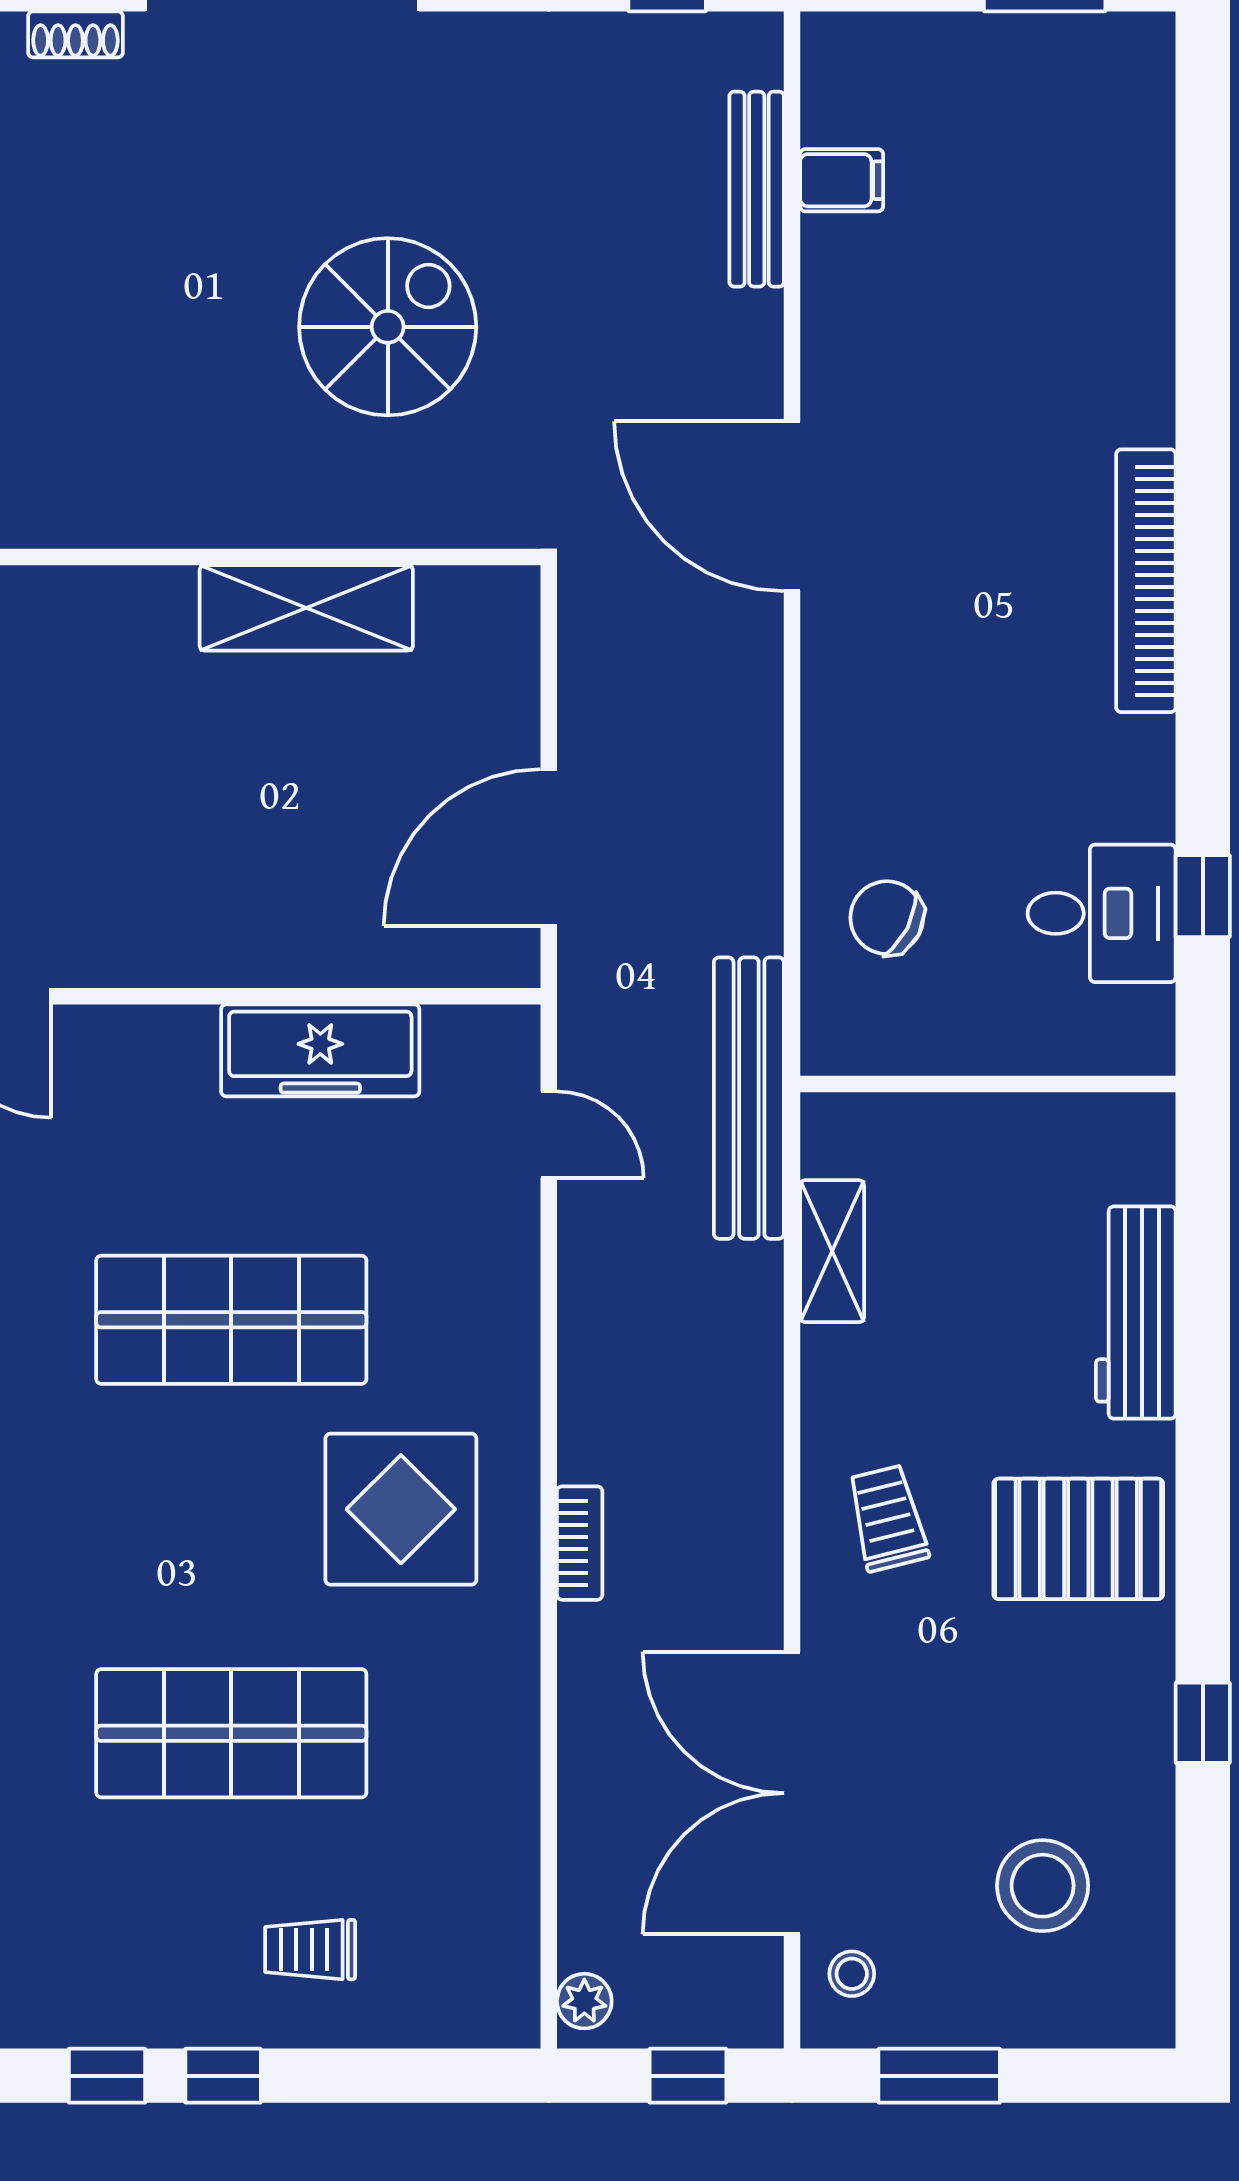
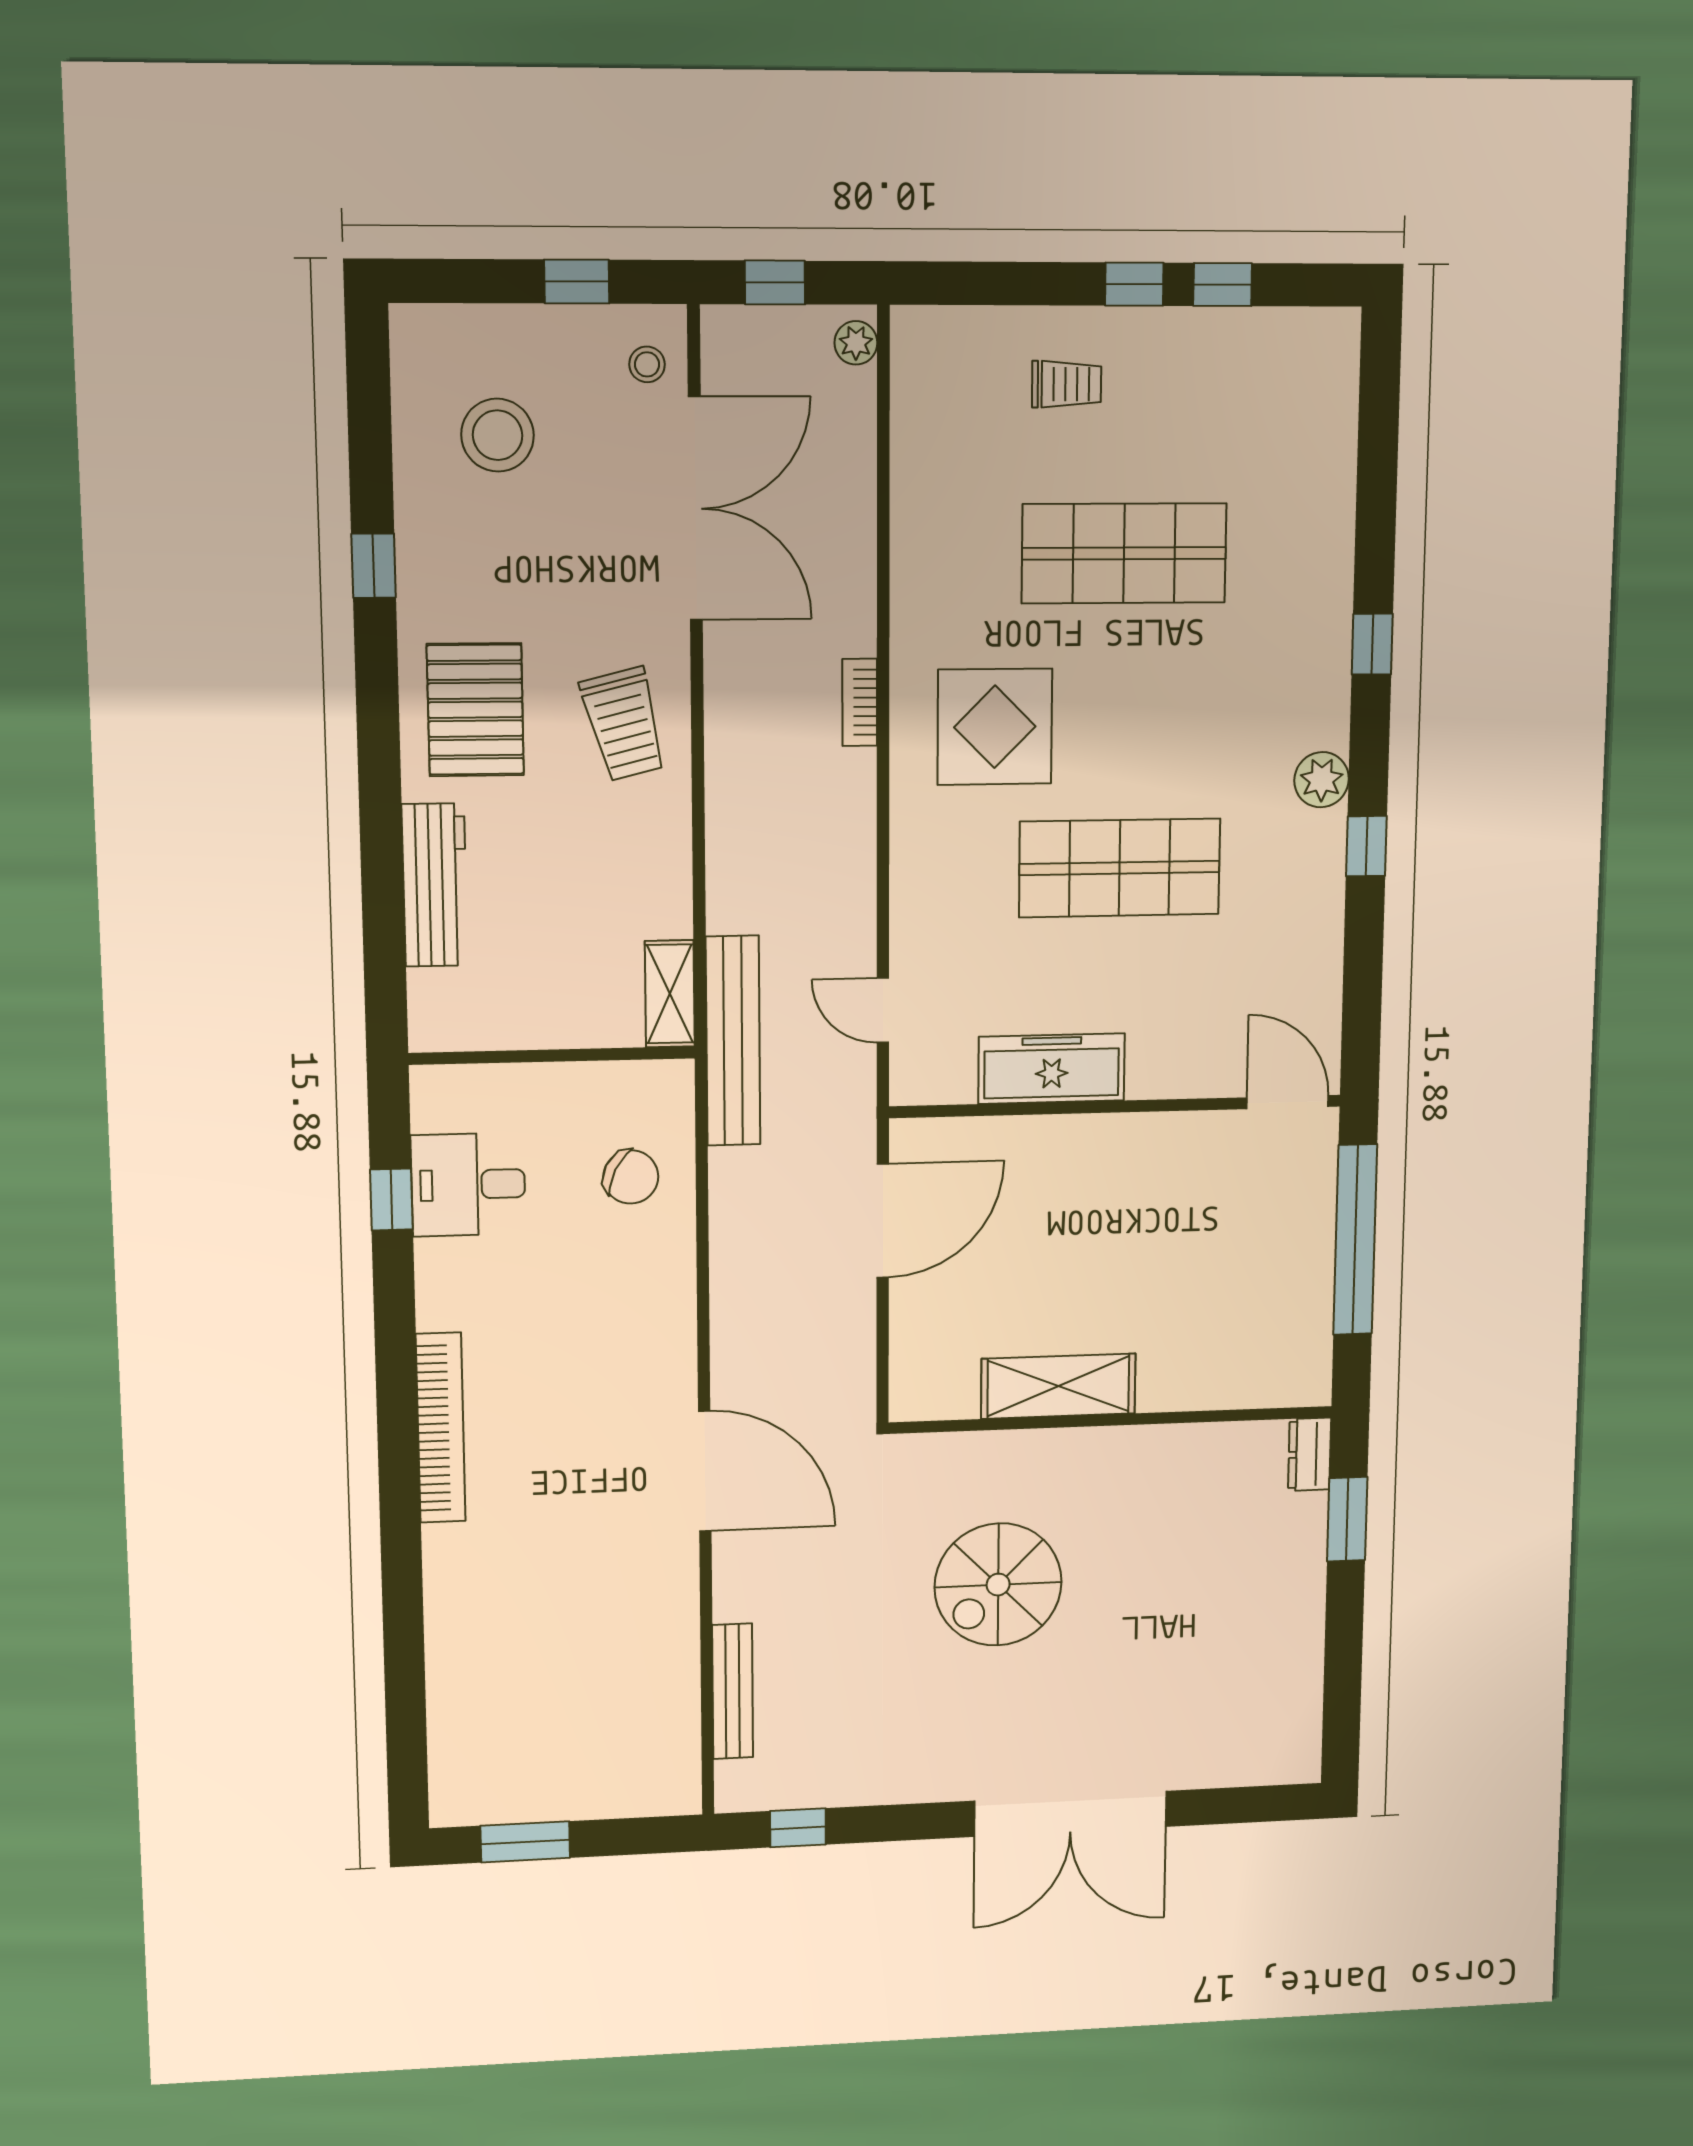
shoe rack: (75, 34) -> (1215, 1773), removed
filing cabinet: (842, 180) -> (671, 1700), removed
shelving: (832, 1251) -> (670, 994), moved
trolley: (887, 1518) -> (624, 724), width x1.36, depth x1.39
pallet: (1078, 1539) -> (475, 710), turned 90
window: (939, 2076) -> (577, 282), width x0.67

